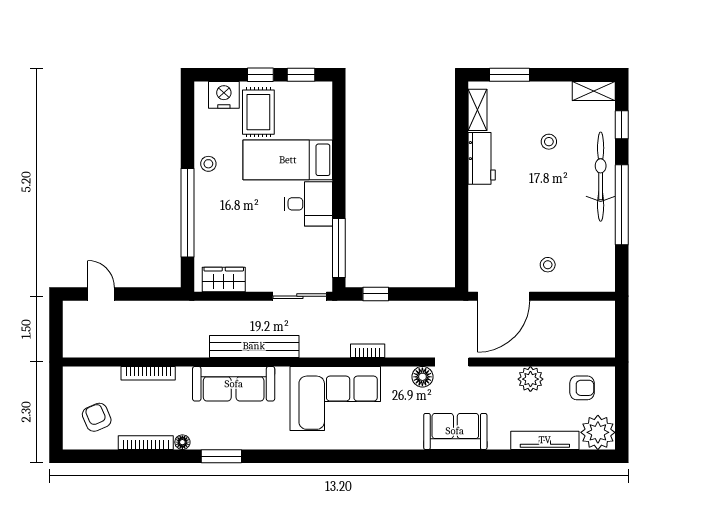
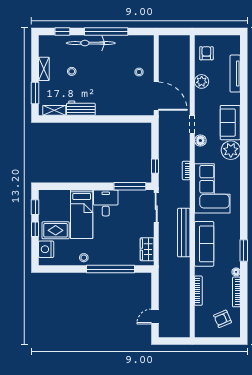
shelving: (594, 91) -> (44, 69), moved
plant: (598, 432) -> (231, 150), moved

